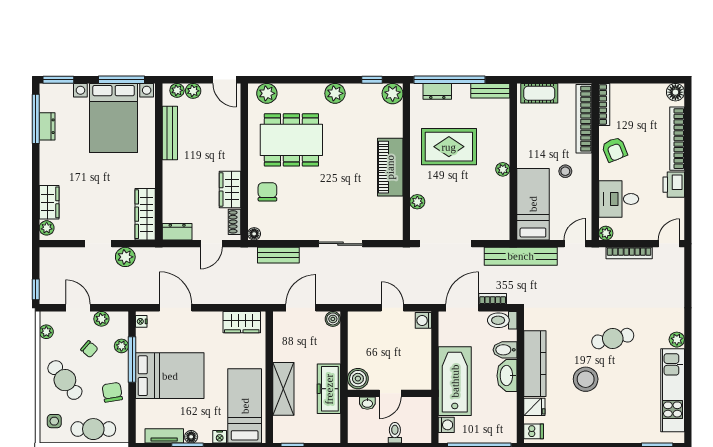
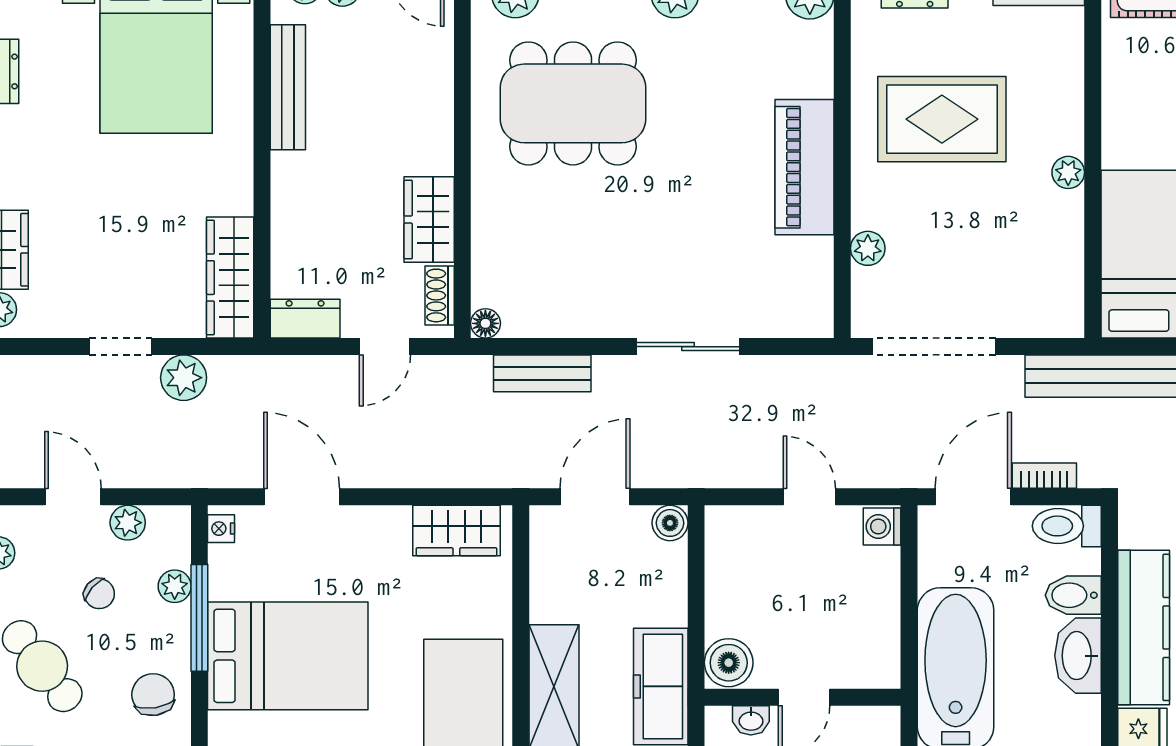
chair: (267, 192) -> (517, 225), removed

